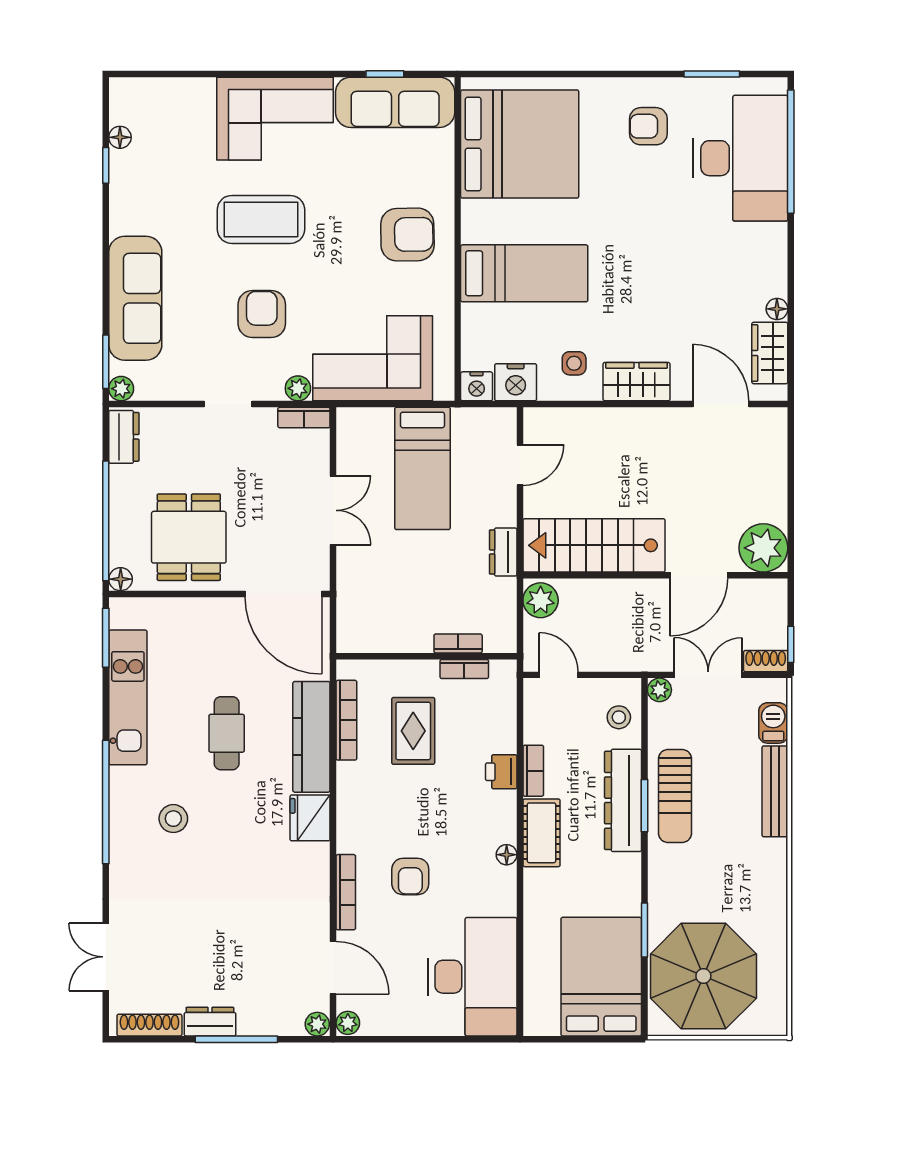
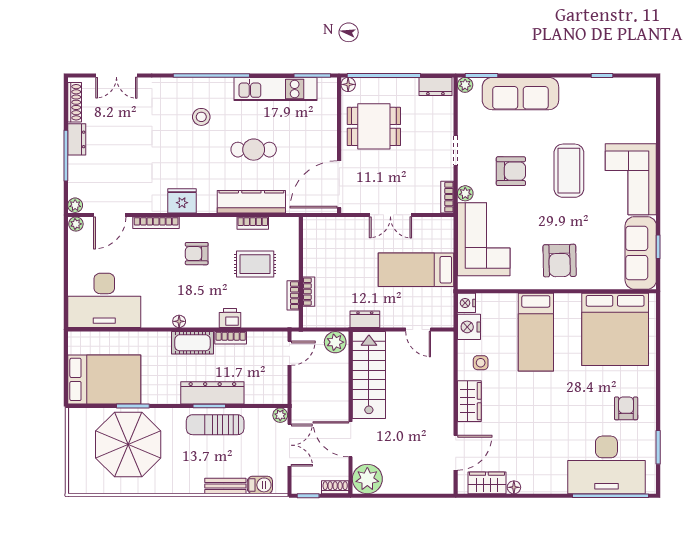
floor lamp: (120, 137) -> (619, 84), removed
shoe rack: (766, 661) -> (335, 487), moved, turned -90
stool: (619, 717) -> (263, 390), removed
bookcase: (346, 720) -> (253, 223), width x0.64
bench: (775, 791) -> (225, 486), width x0.73
fridge: (310, 818) -> (182, 201), moved
armchair: (410, 876) -> (197, 254), moved
double door: (106, 957) -> (116, 75), swing flipped
parasol: (703, 976) -> (128, 444), moved

